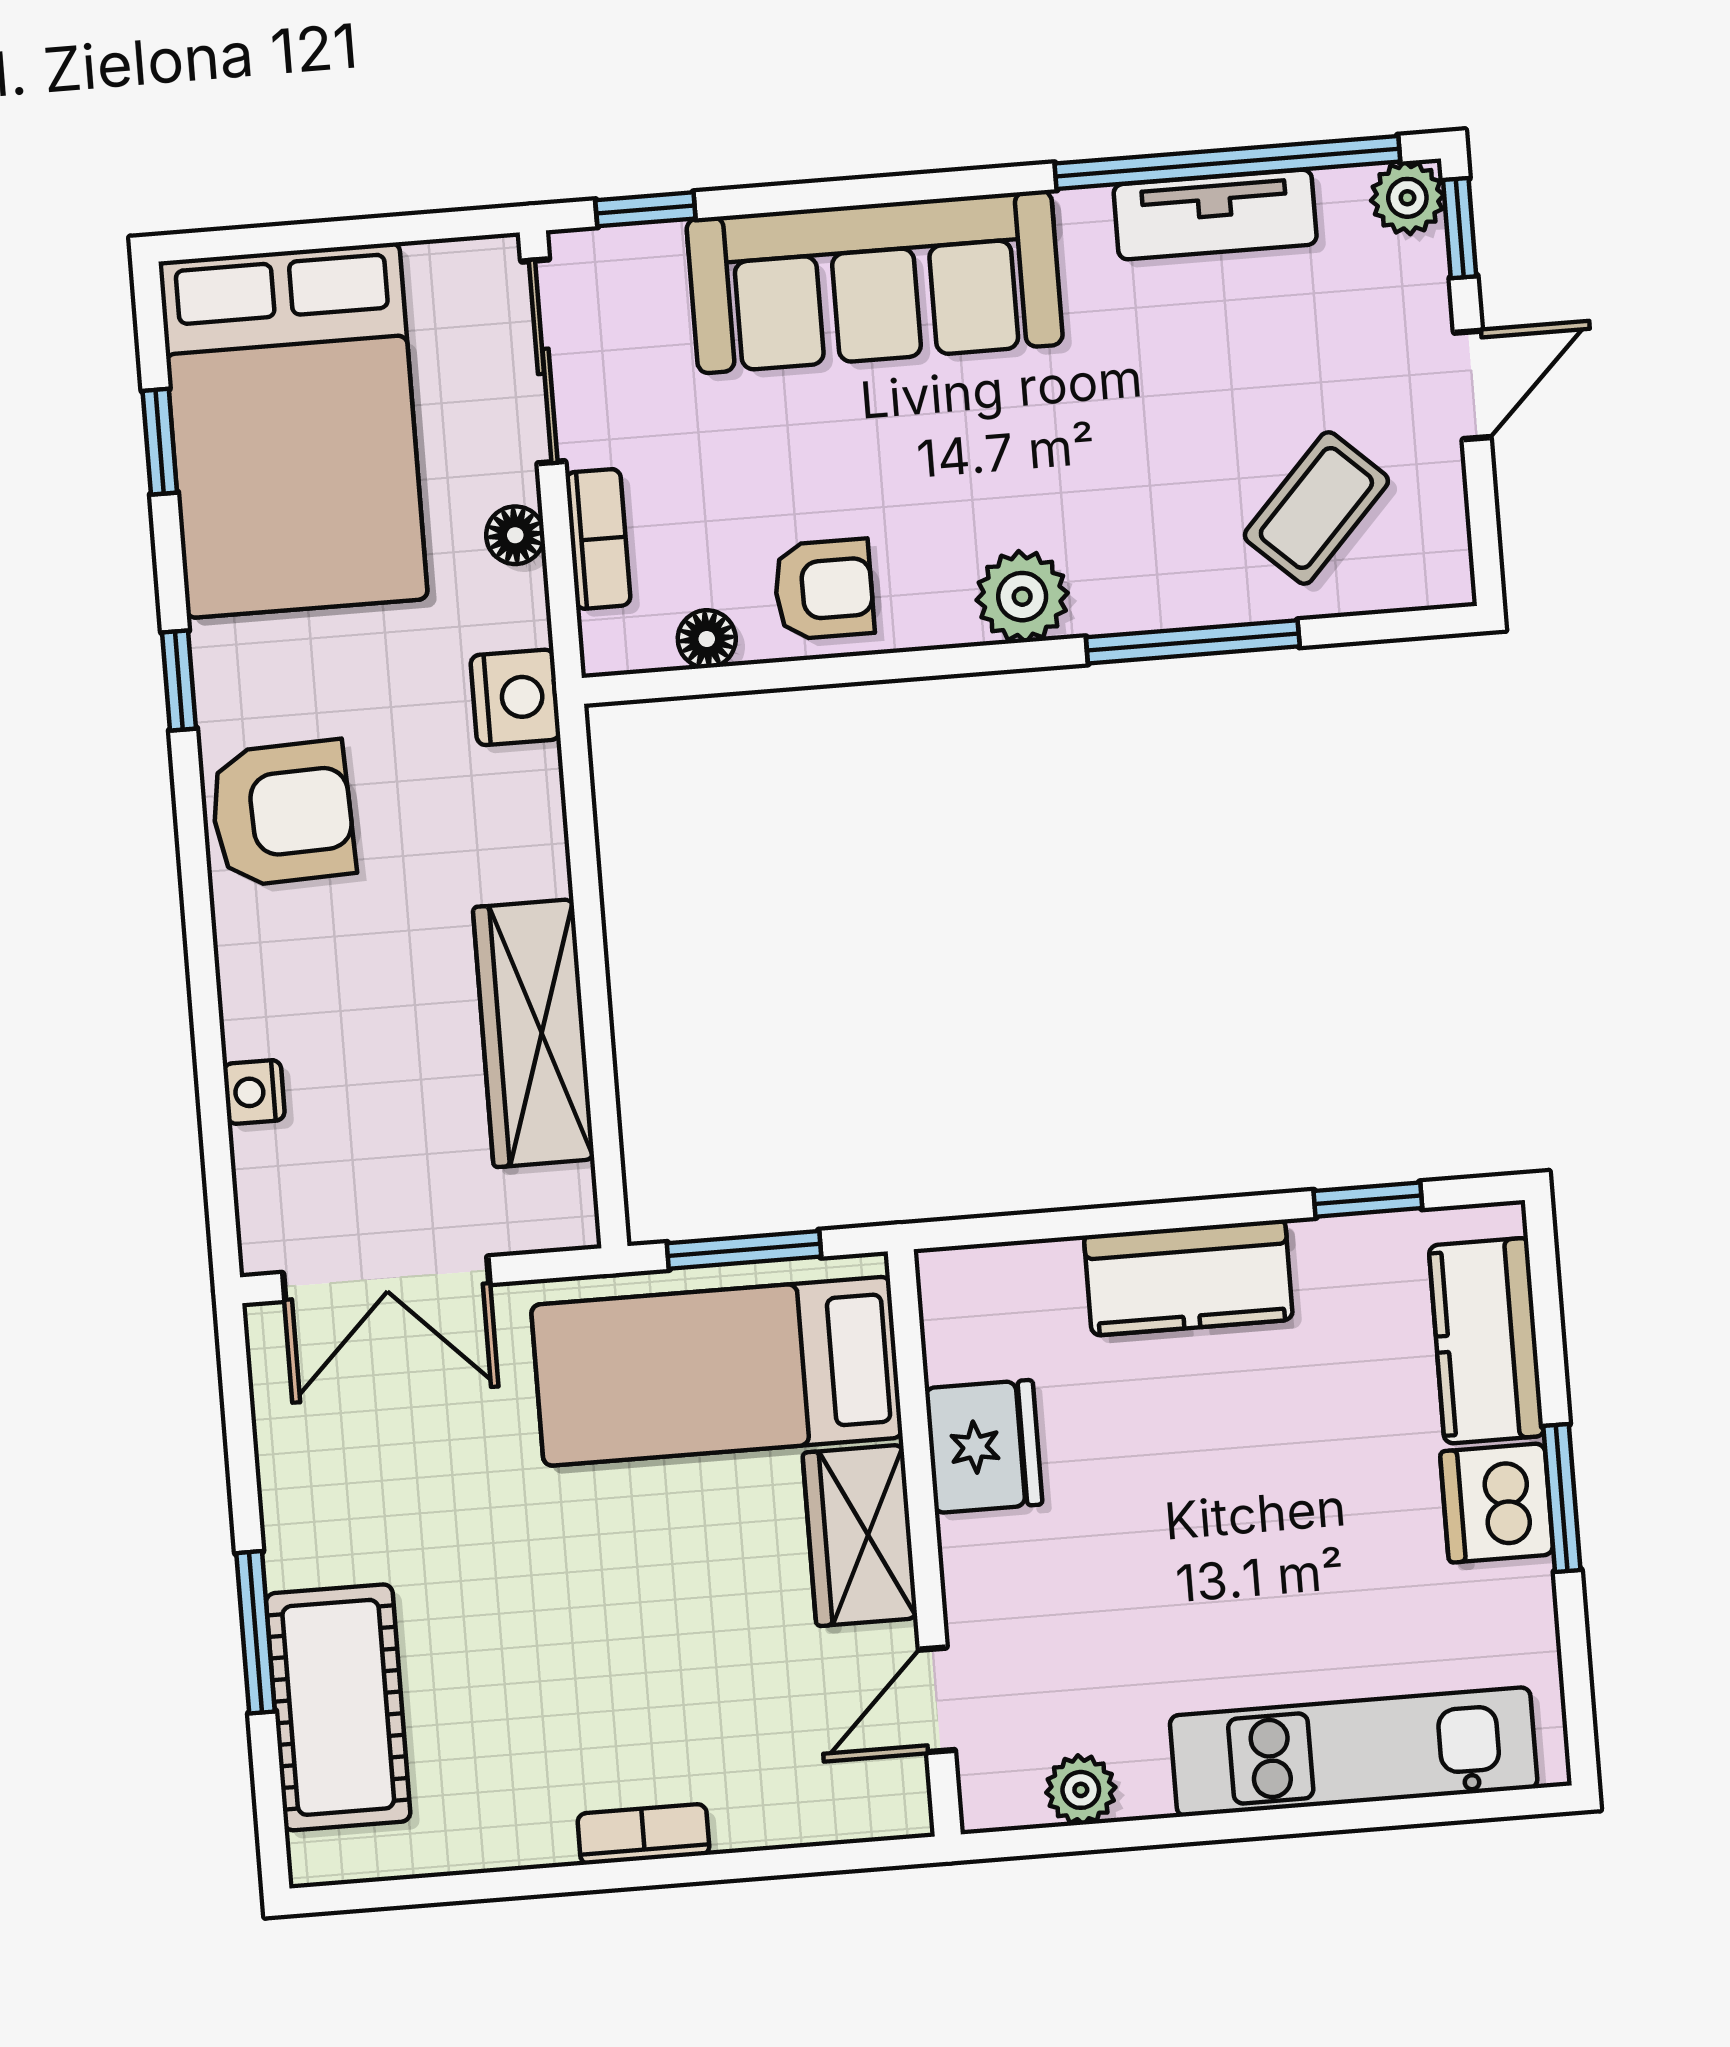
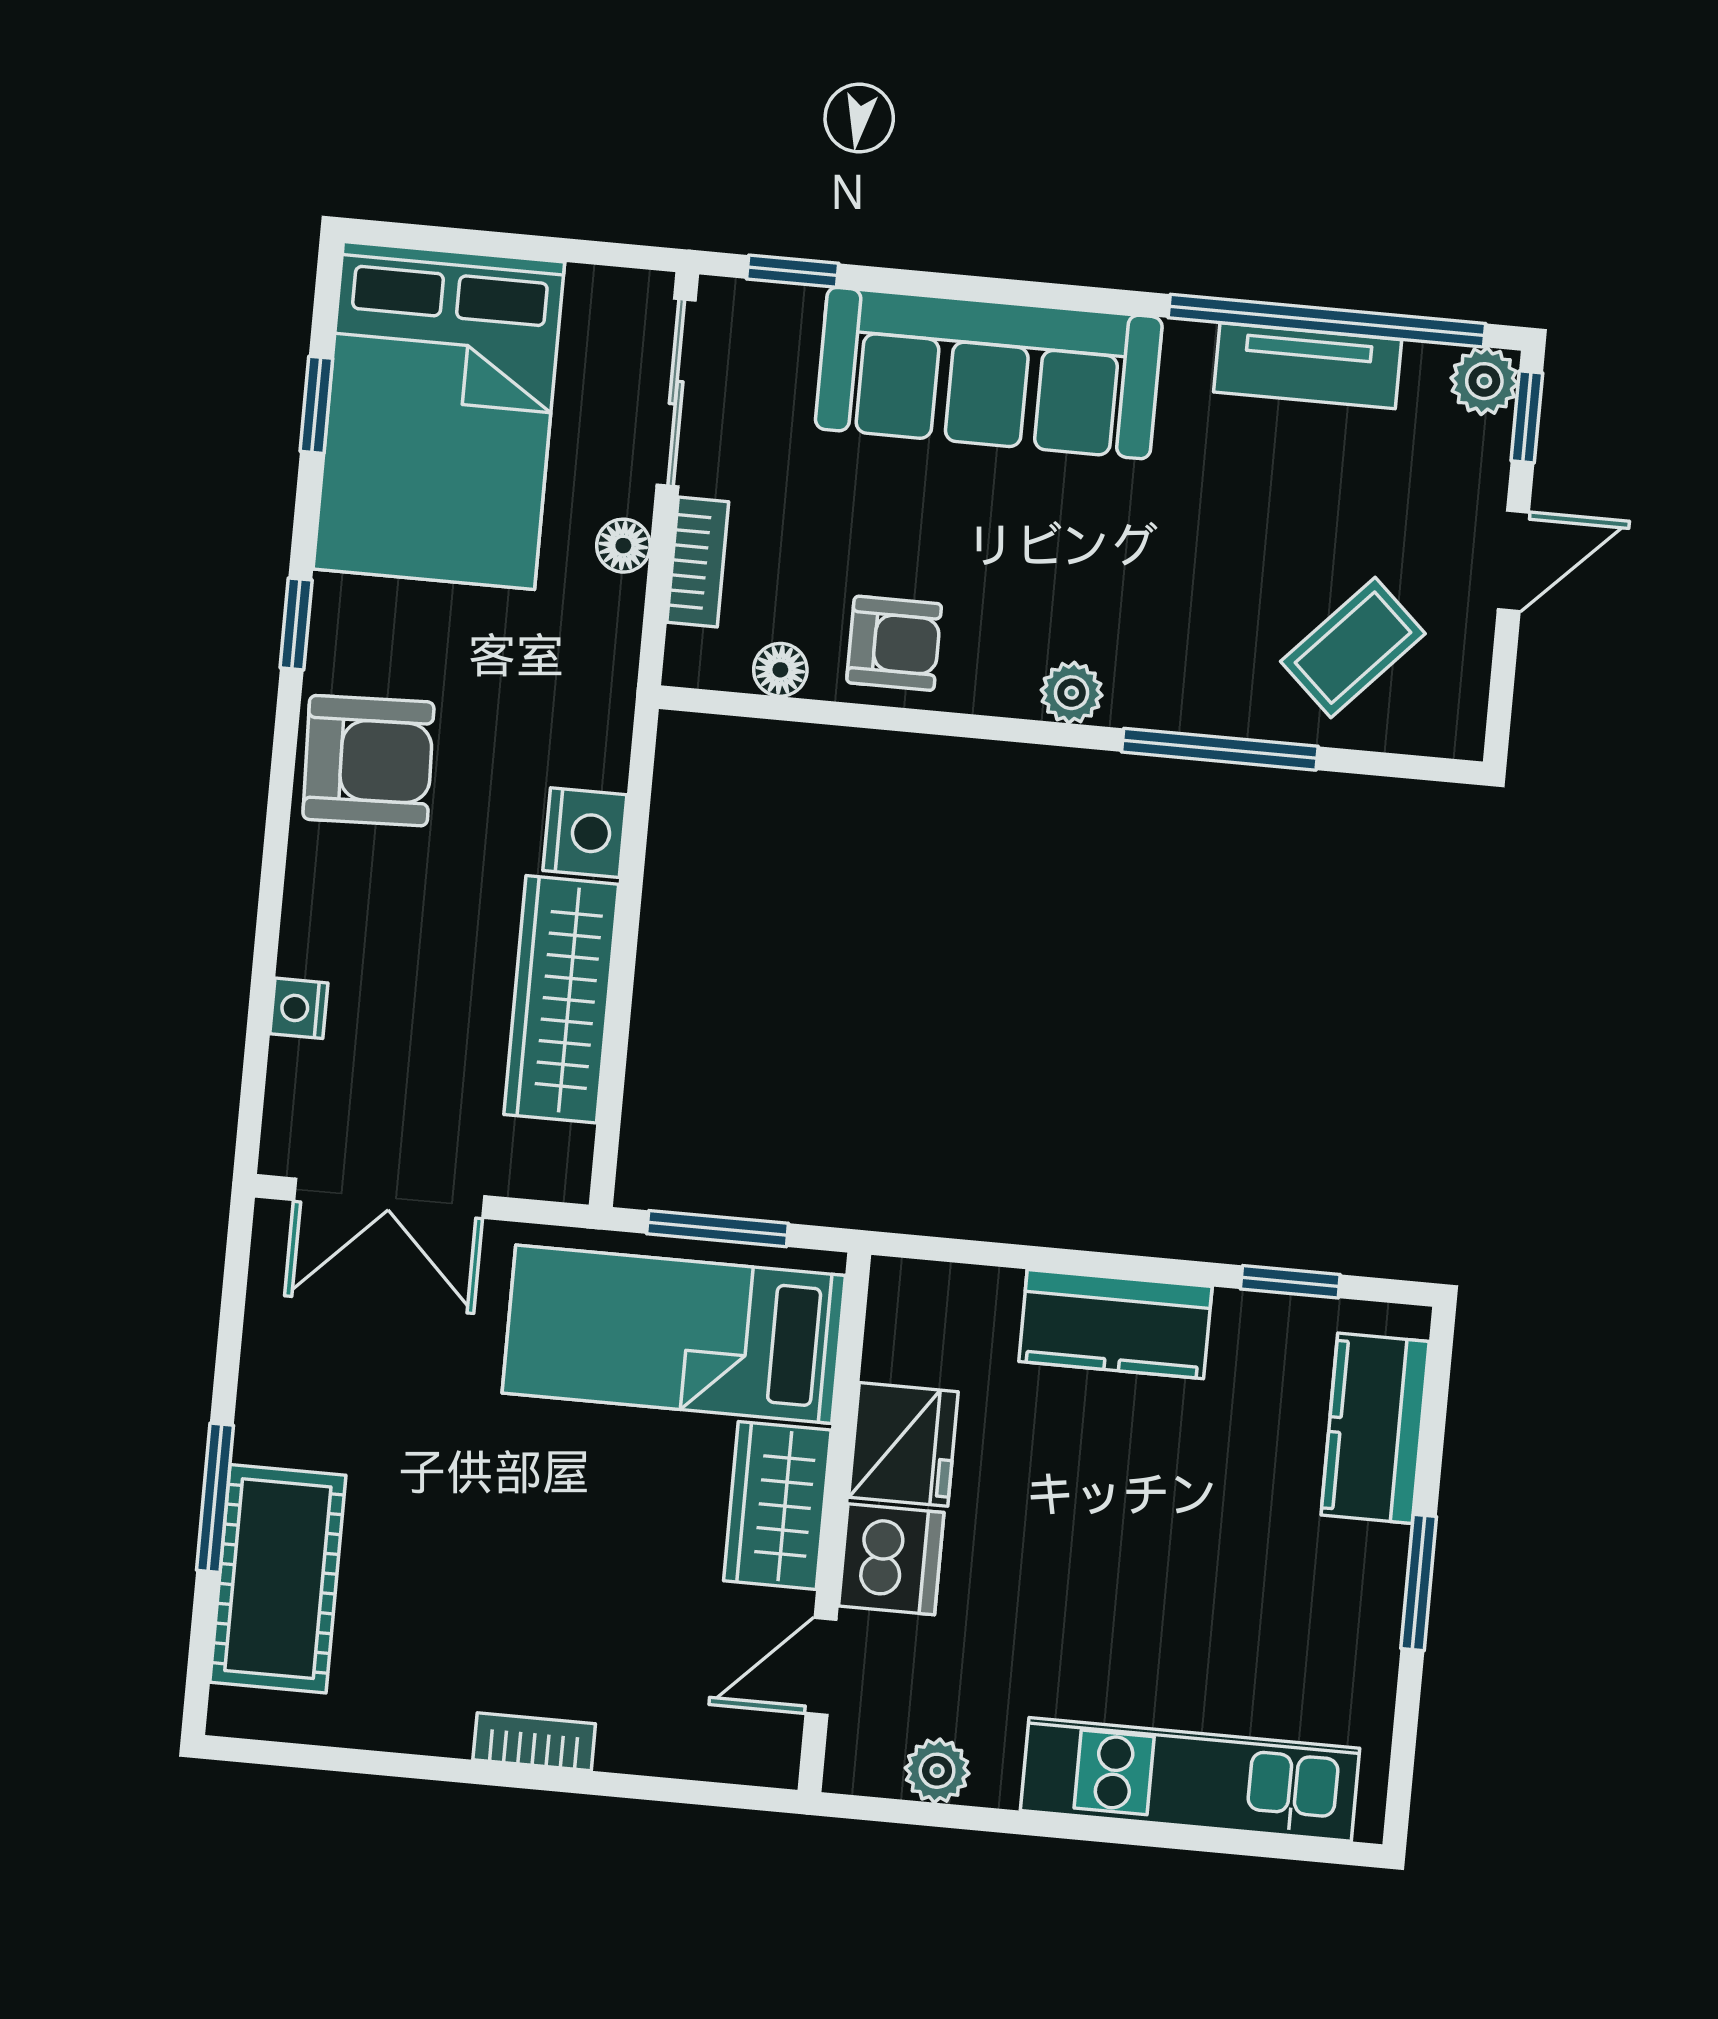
plant: (1022, 597) -> (1072, 693), width x0.73, depth x0.73
nightstand: (515, 697) -> (585, 833), moved
dishwasher: (1497, 1503) -> (891, 1559), moved, turned 180

